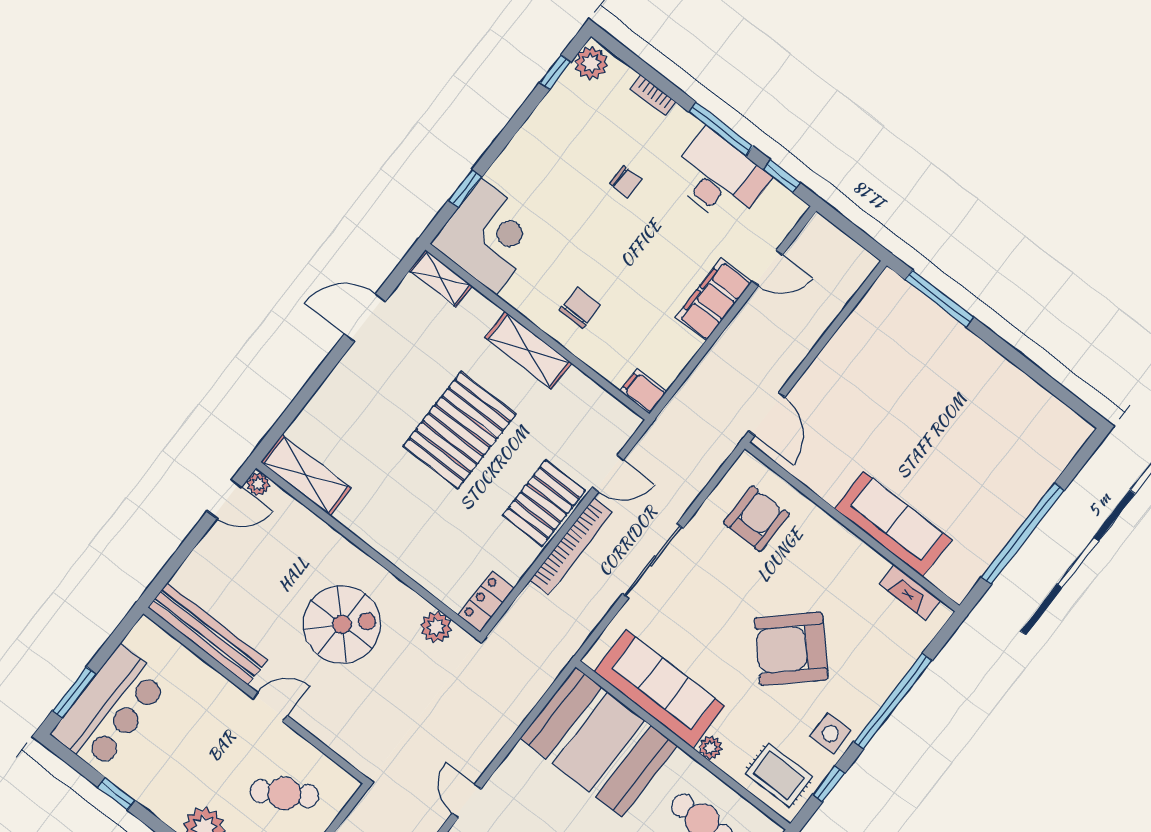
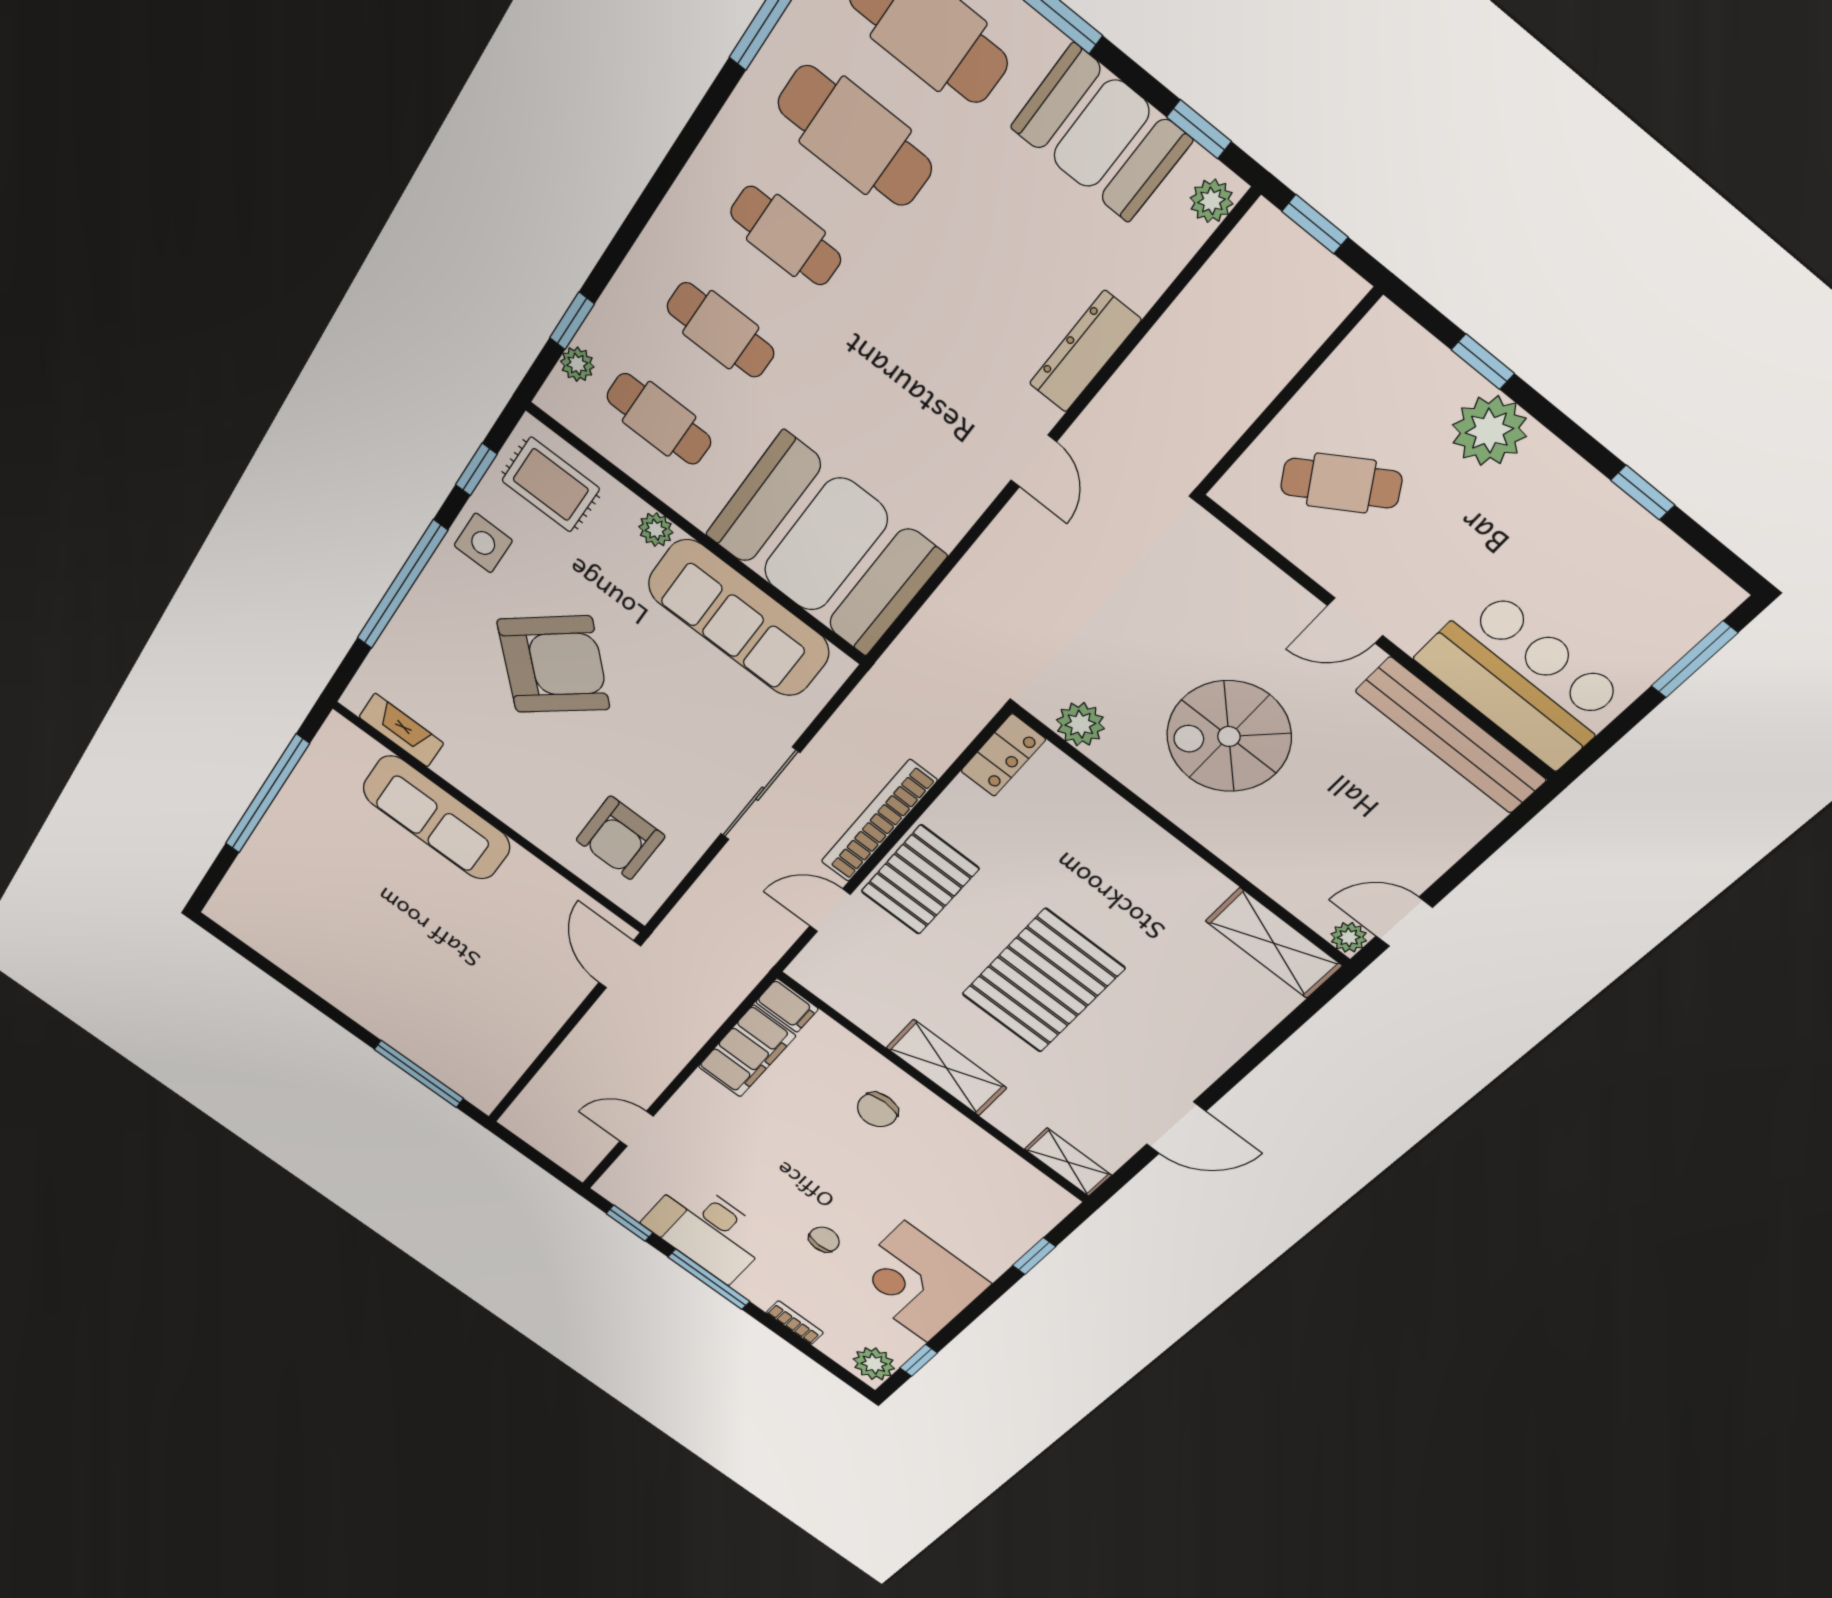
chair: (626, 182) -> (824, 1240), turned 92
corner desk: (489, 236) -> (916, 1282), moved
filing cabinet: (714, 300) -> (747, 1051), moved
bar counter: (110, 708) -> (1523, 679), moved, turned 90

